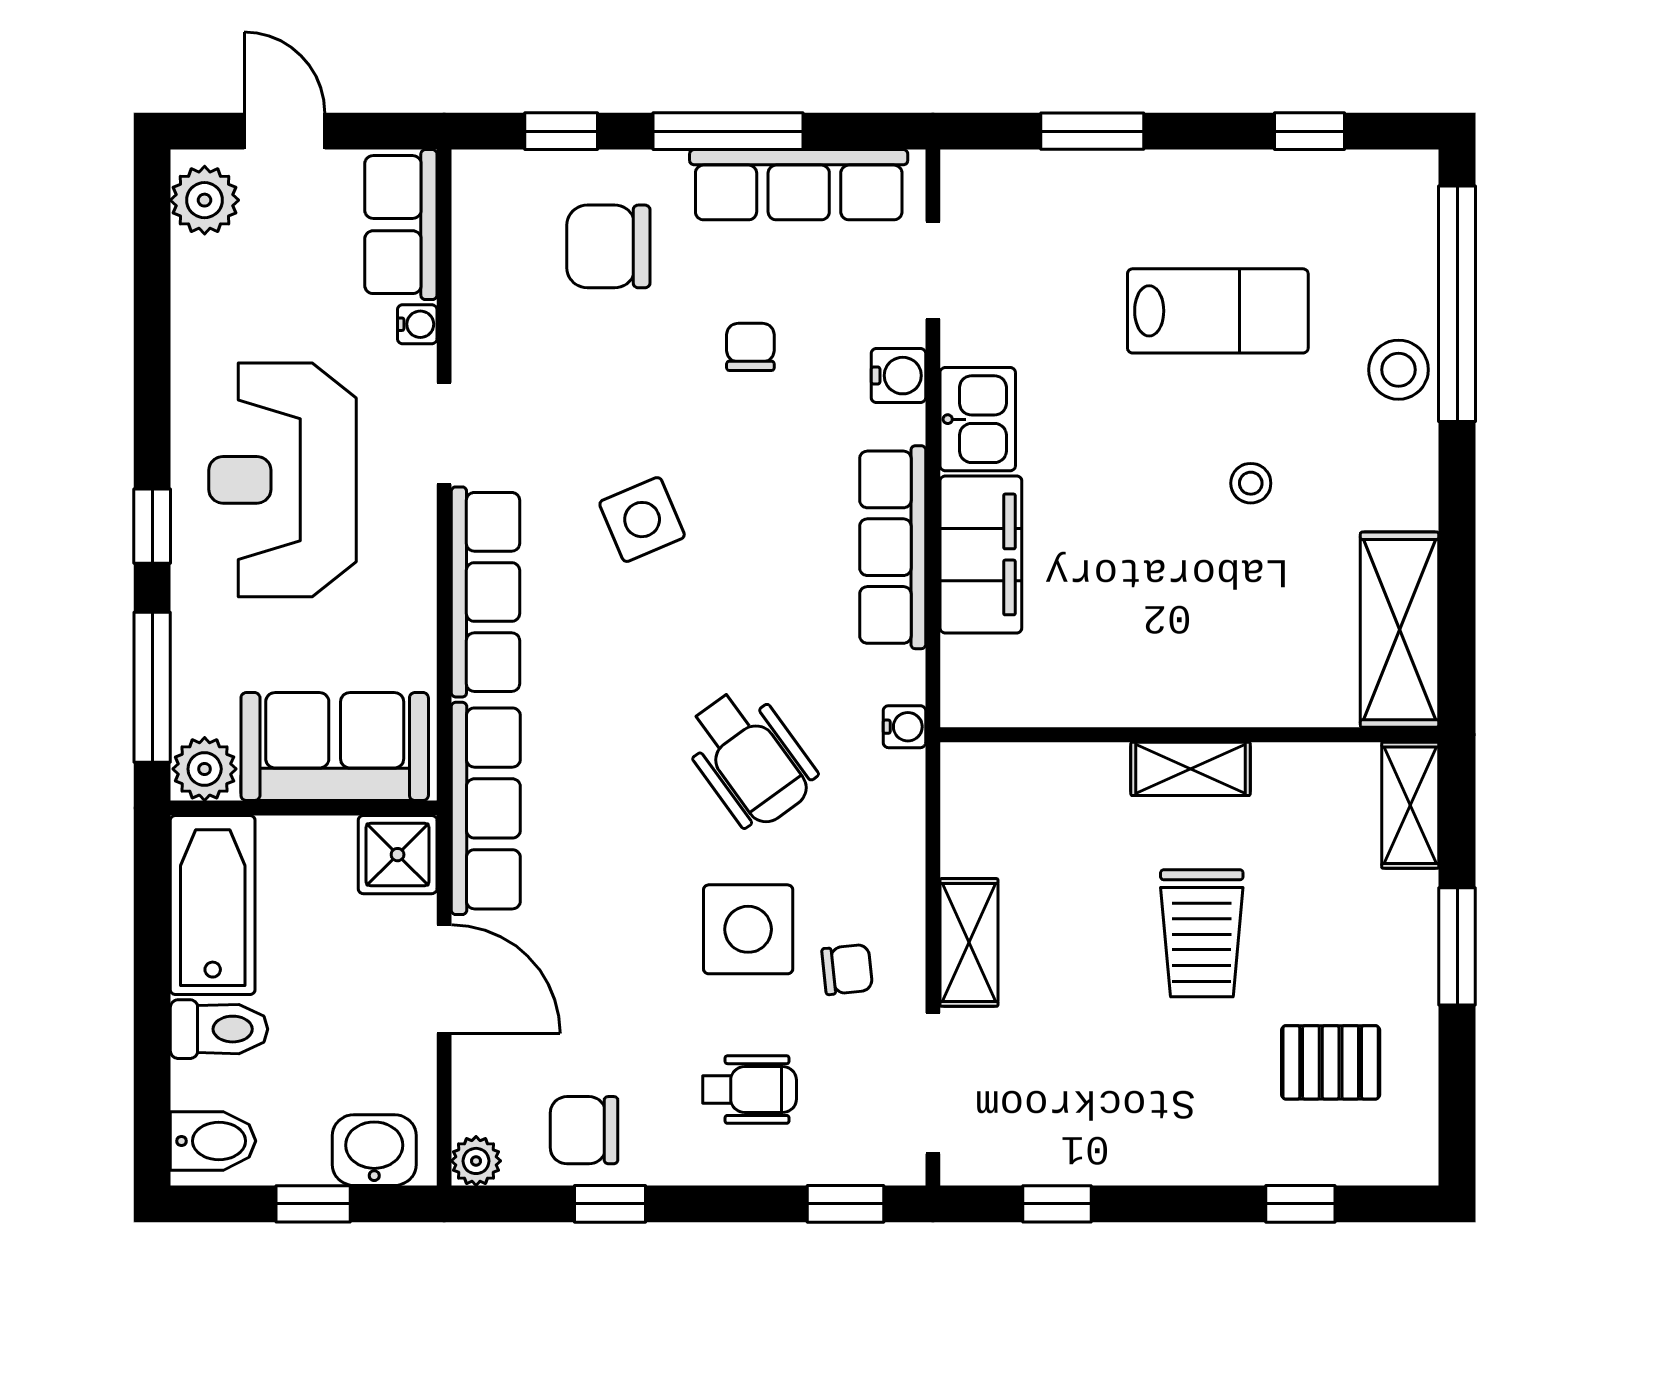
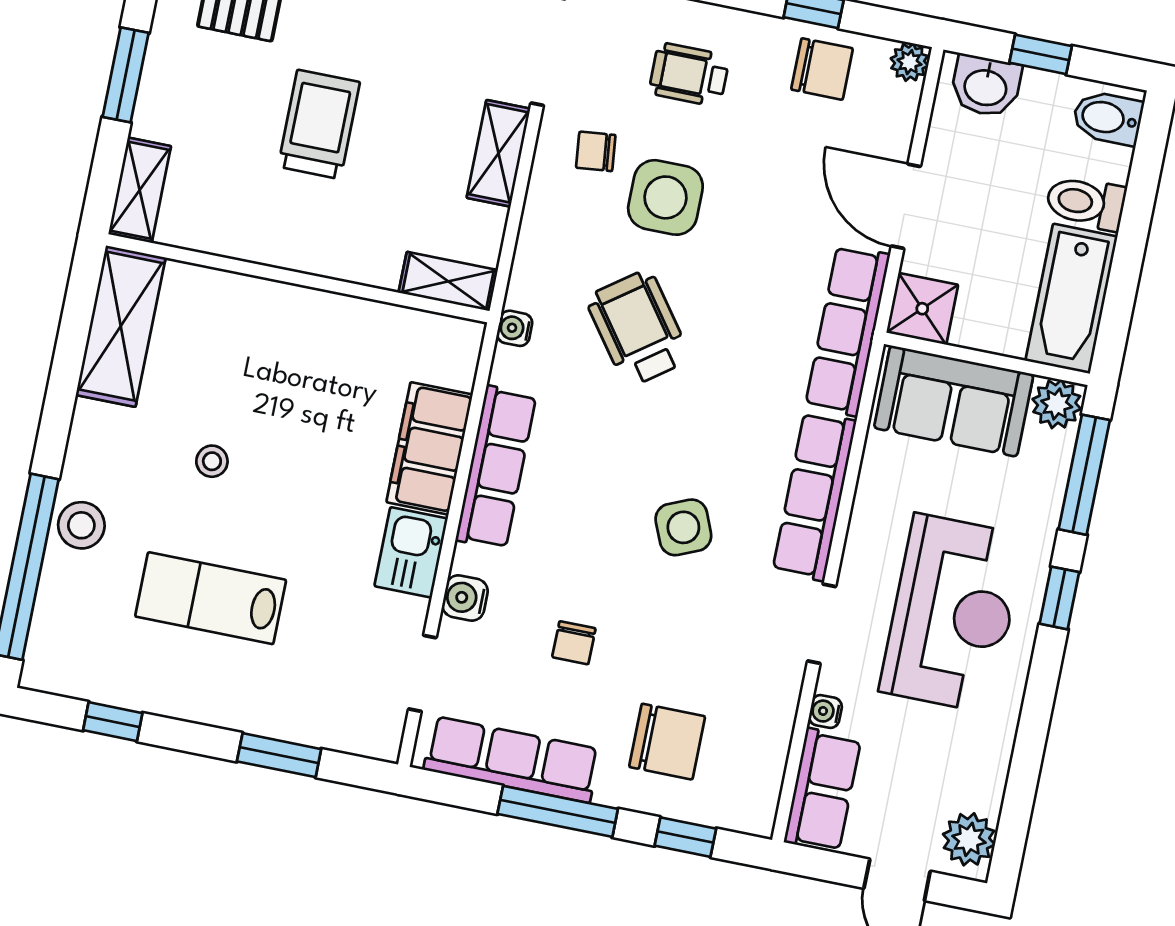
shelving: (1191, 769) -> (448, 281), moved

